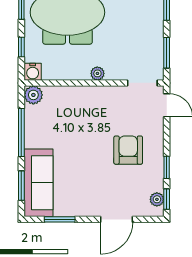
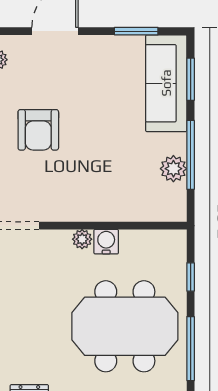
water cooler: (33, 72) -> (106, 242), moved
plant: (33, 95) -> (173, 169), moved

